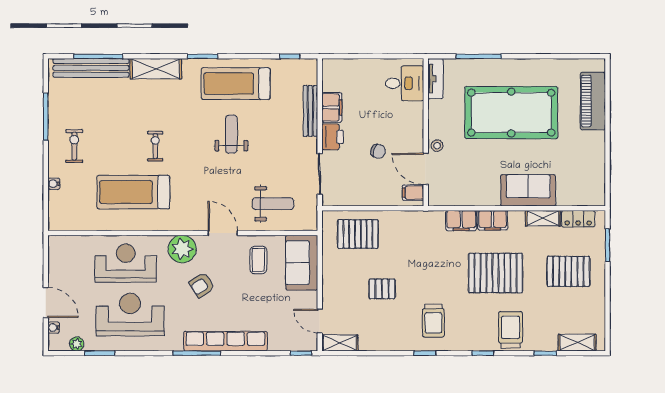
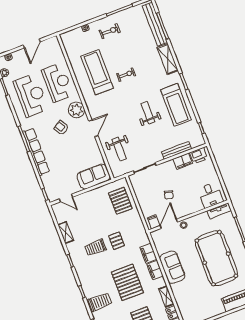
treadmill: (236, 84) -> (176, 105), turned 180
weight bench: (231, 134) -> (148, 113), turned -90
printer: (333, 137) -> (199, 156), moved
sofa: (528, 190) -> (172, 267), moved
coffee table: (258, 260) -> (86, 153), removed
pallet: (382, 289) -> (117, 241), moved
door: (46, 303) -> (32, 43), moved
trolley: (433, 320) -> (95, 248), moved
door: (320, 321) -> (66, 198), swing flipped
shelving: (340, 343) -> (66, 233), moved

